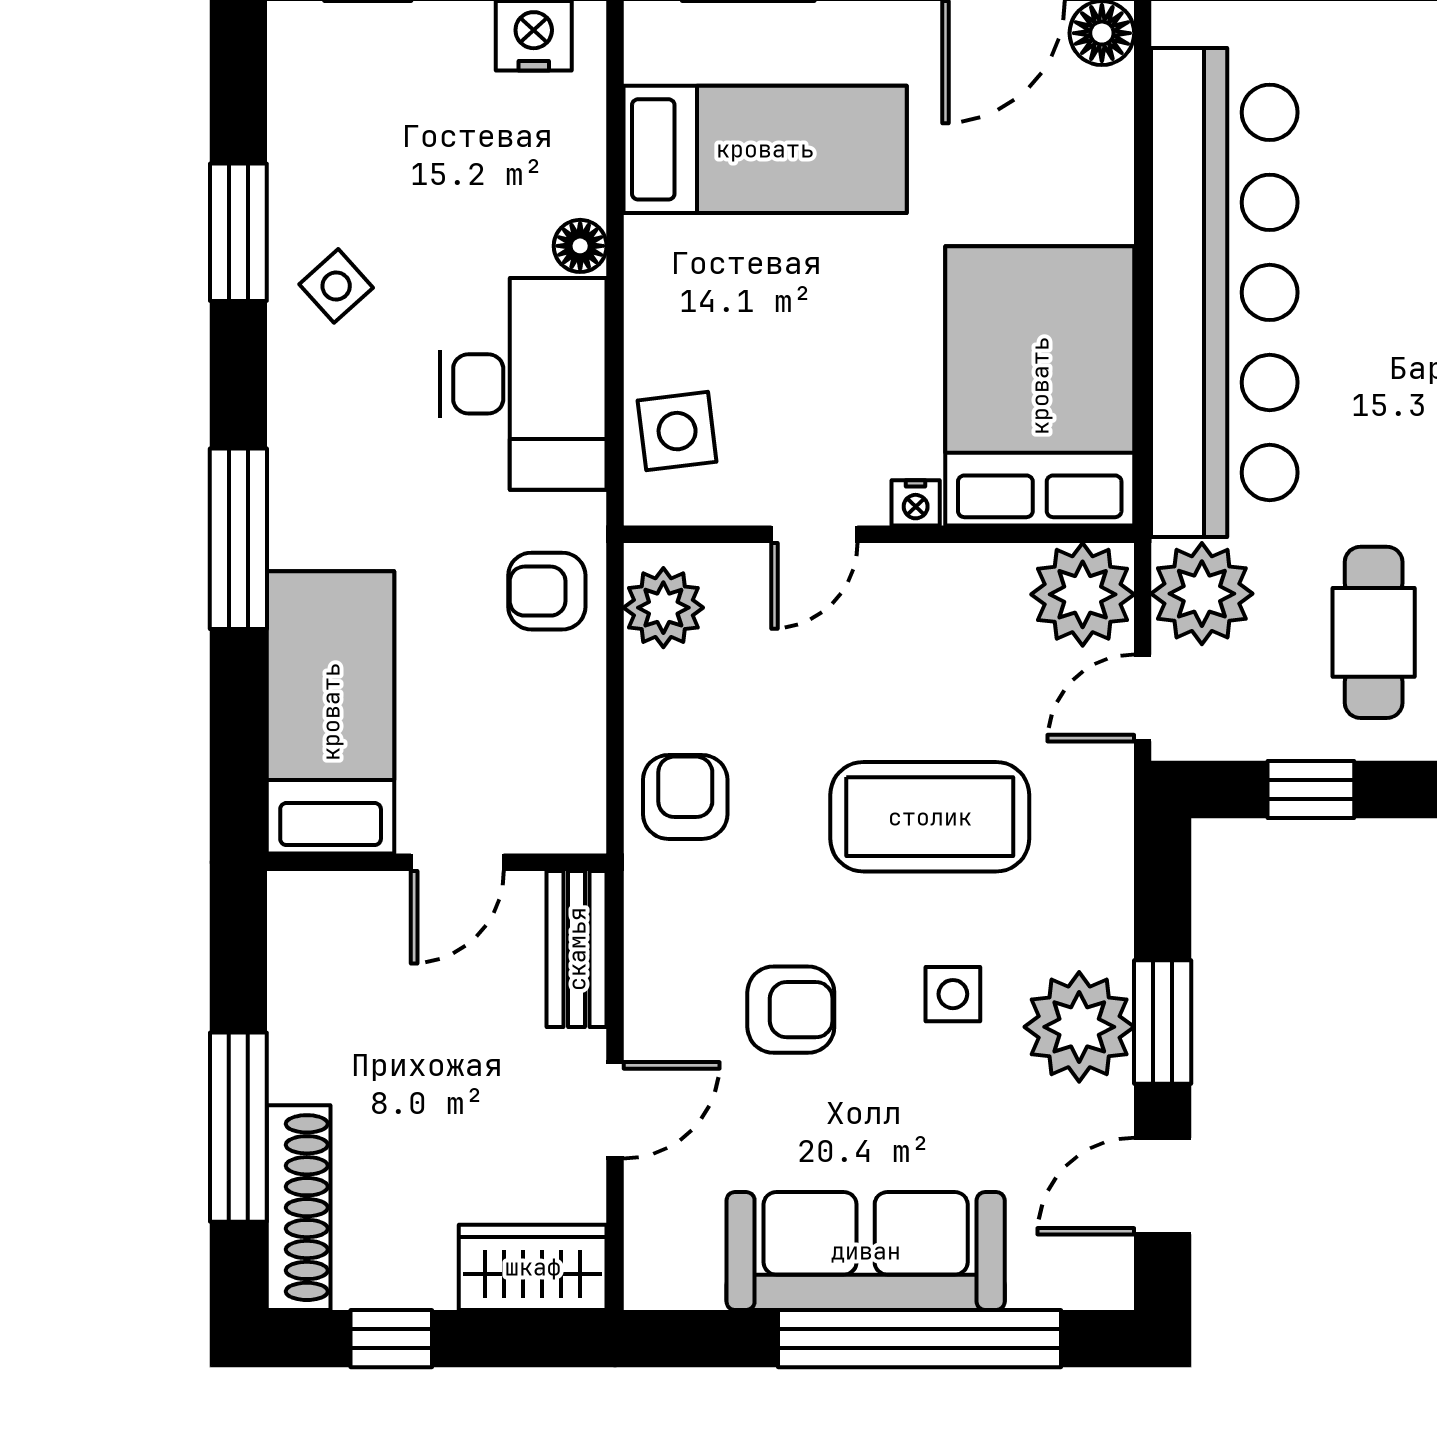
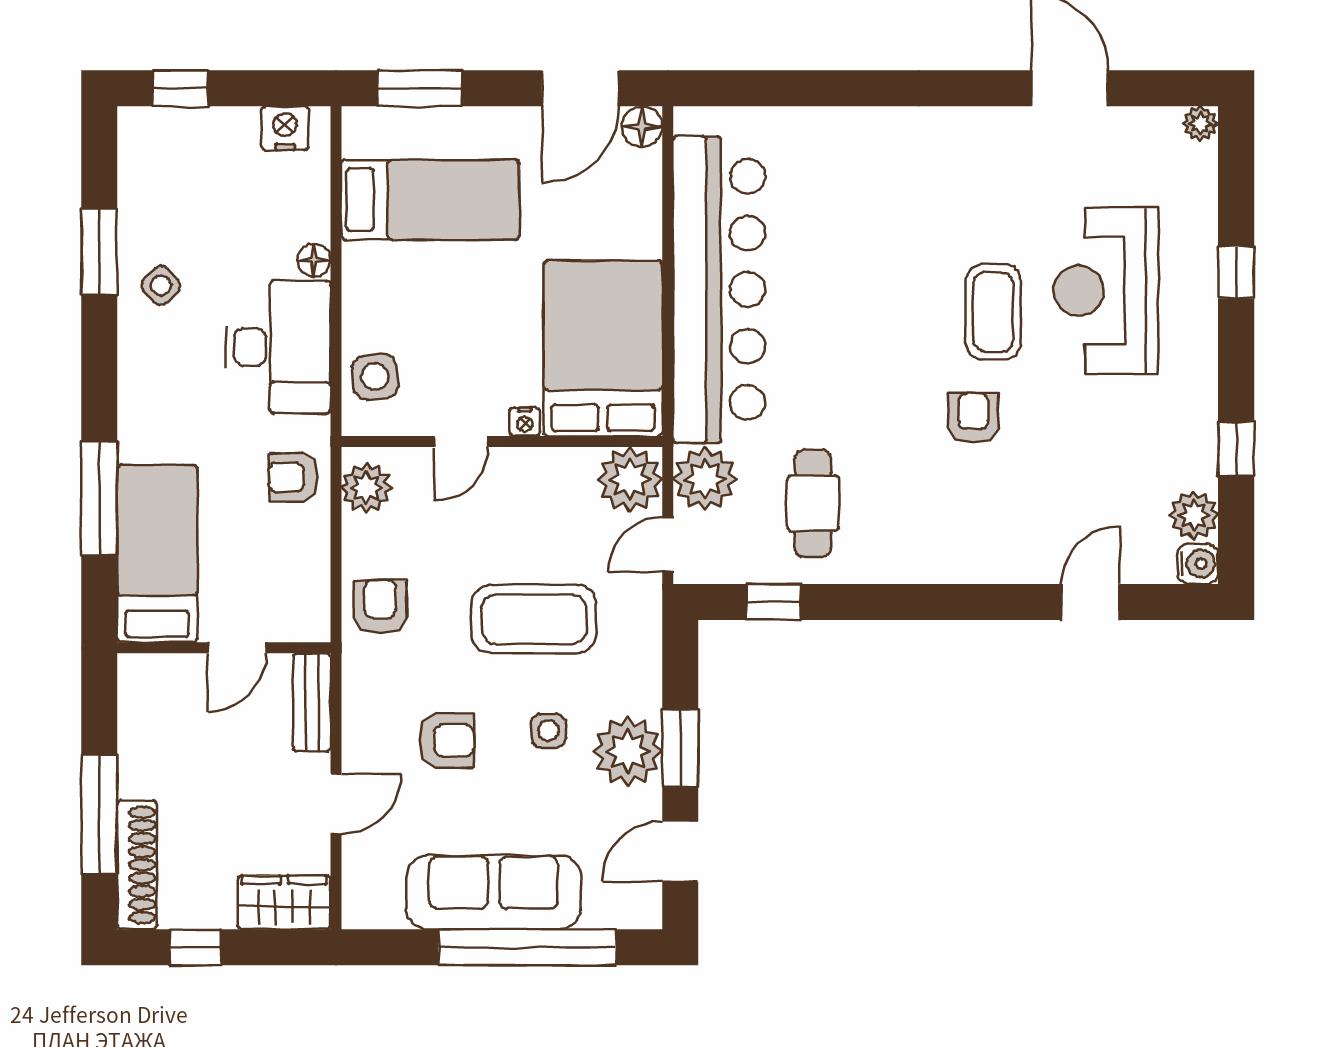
window: (238, 539) -> (99, 498), moved

